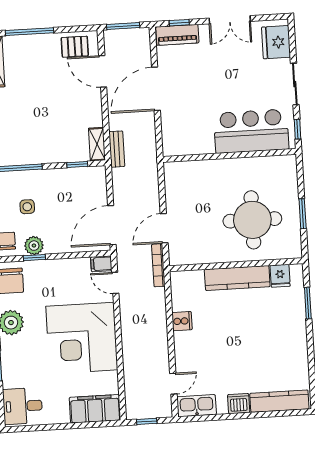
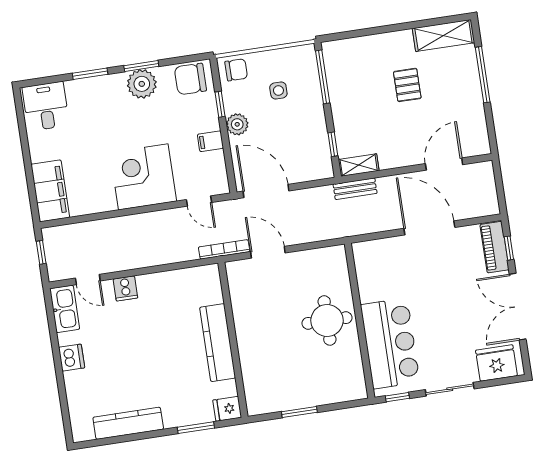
double door: (230, 20) -> (518, 307), width x1.37
window: (123, 26) -> (499, 183), removed
pallet: (75, 47) -> (407, 85), moved
round table: (252, 220) -> (327, 320), moved, width x0.73, depth x0.73
plant: (34, 246) -> (237, 124), moved
filing cabinet: (101, 264) -> (210, 141), moved, turned -90
fridge: (280, 276) -> (227, 409), moved
door: (115, 283) -> (199, 201), swing flipped
cooker: (182, 321) -> (125, 288), moved
corner desk: (82, 338) -> (143, 177), width x0.74, depth x0.74
kitchen counter: (279, 401) -> (128, 423), moved, turned -90

